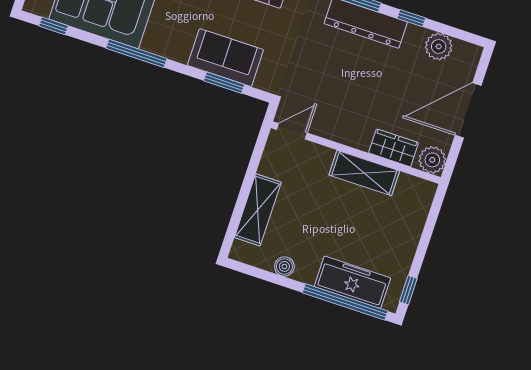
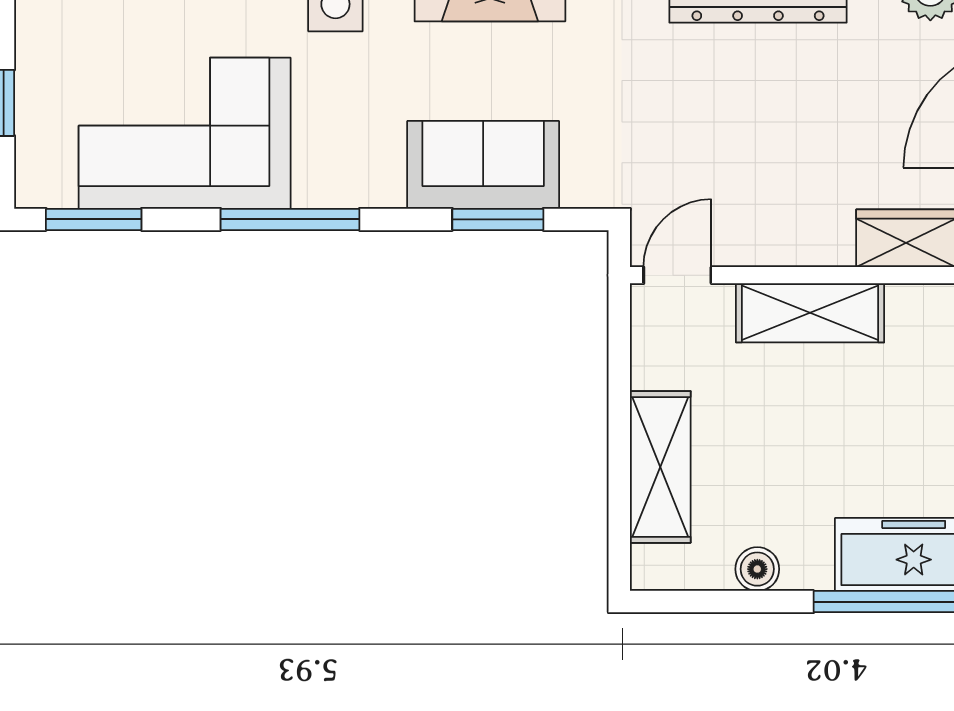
window: (54, 26) -> (94, 219), width x1.50
shelving: (364, 173) -> (810, 313), moved

